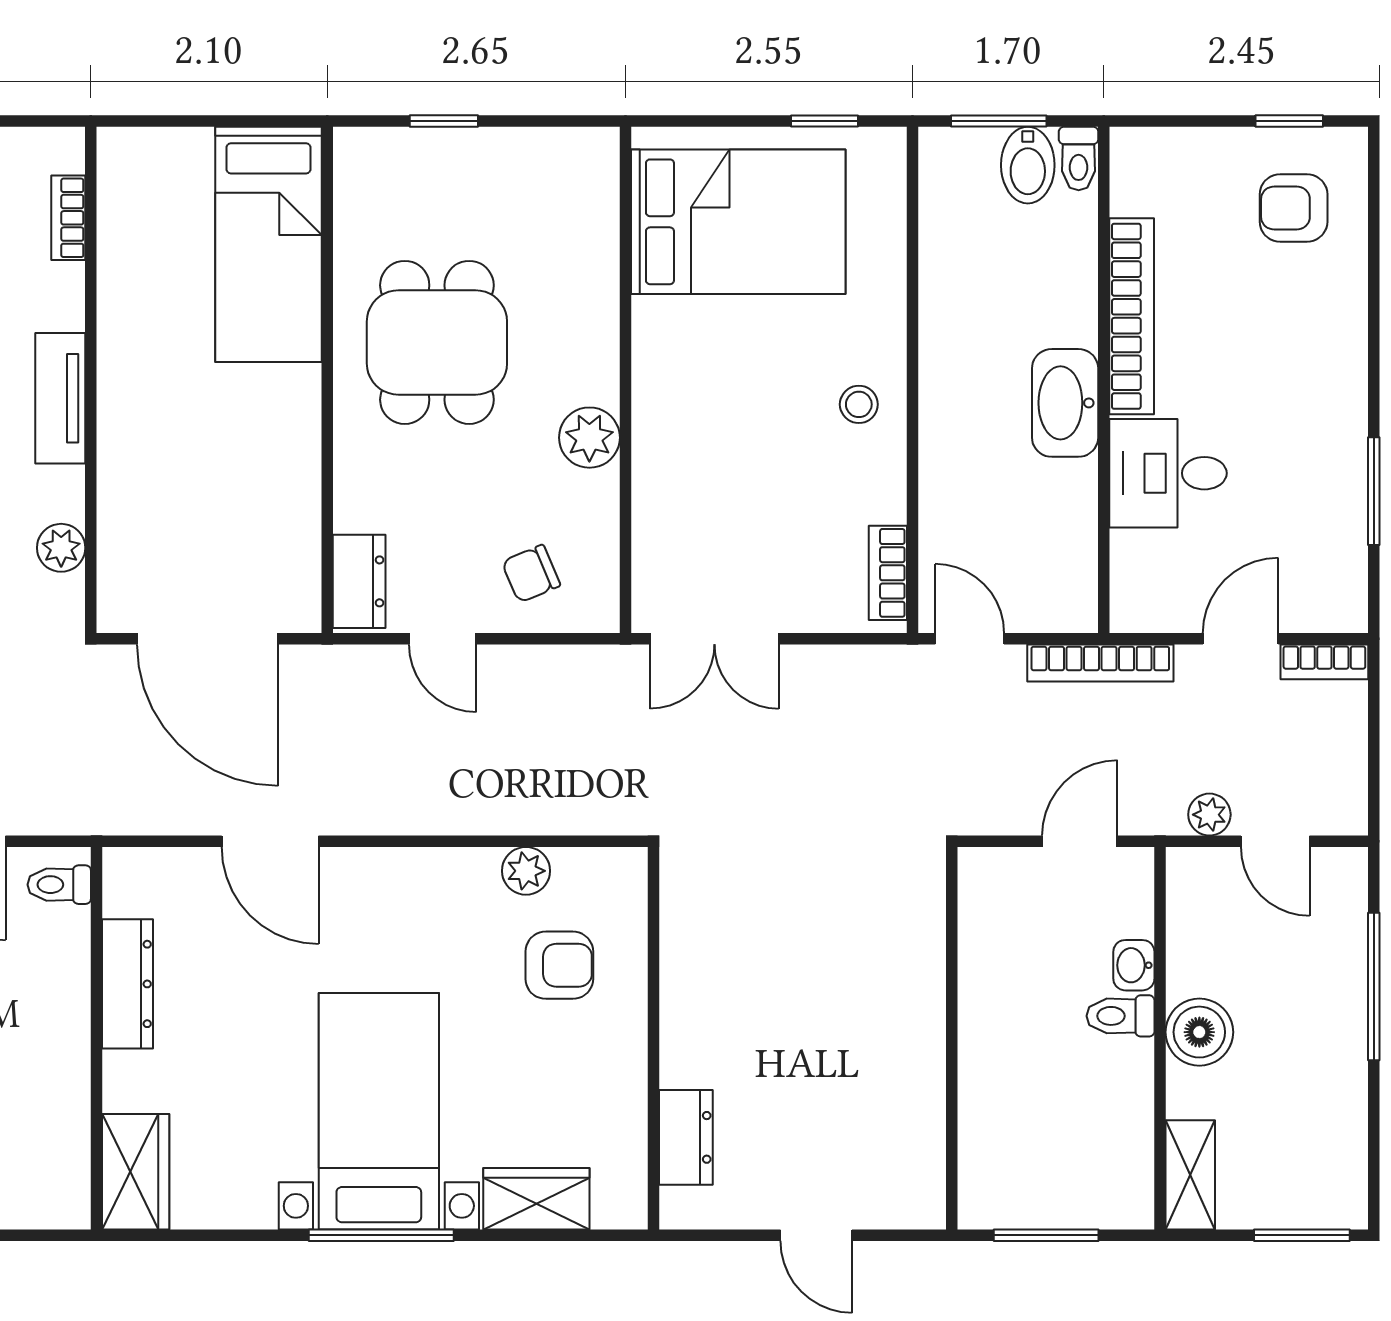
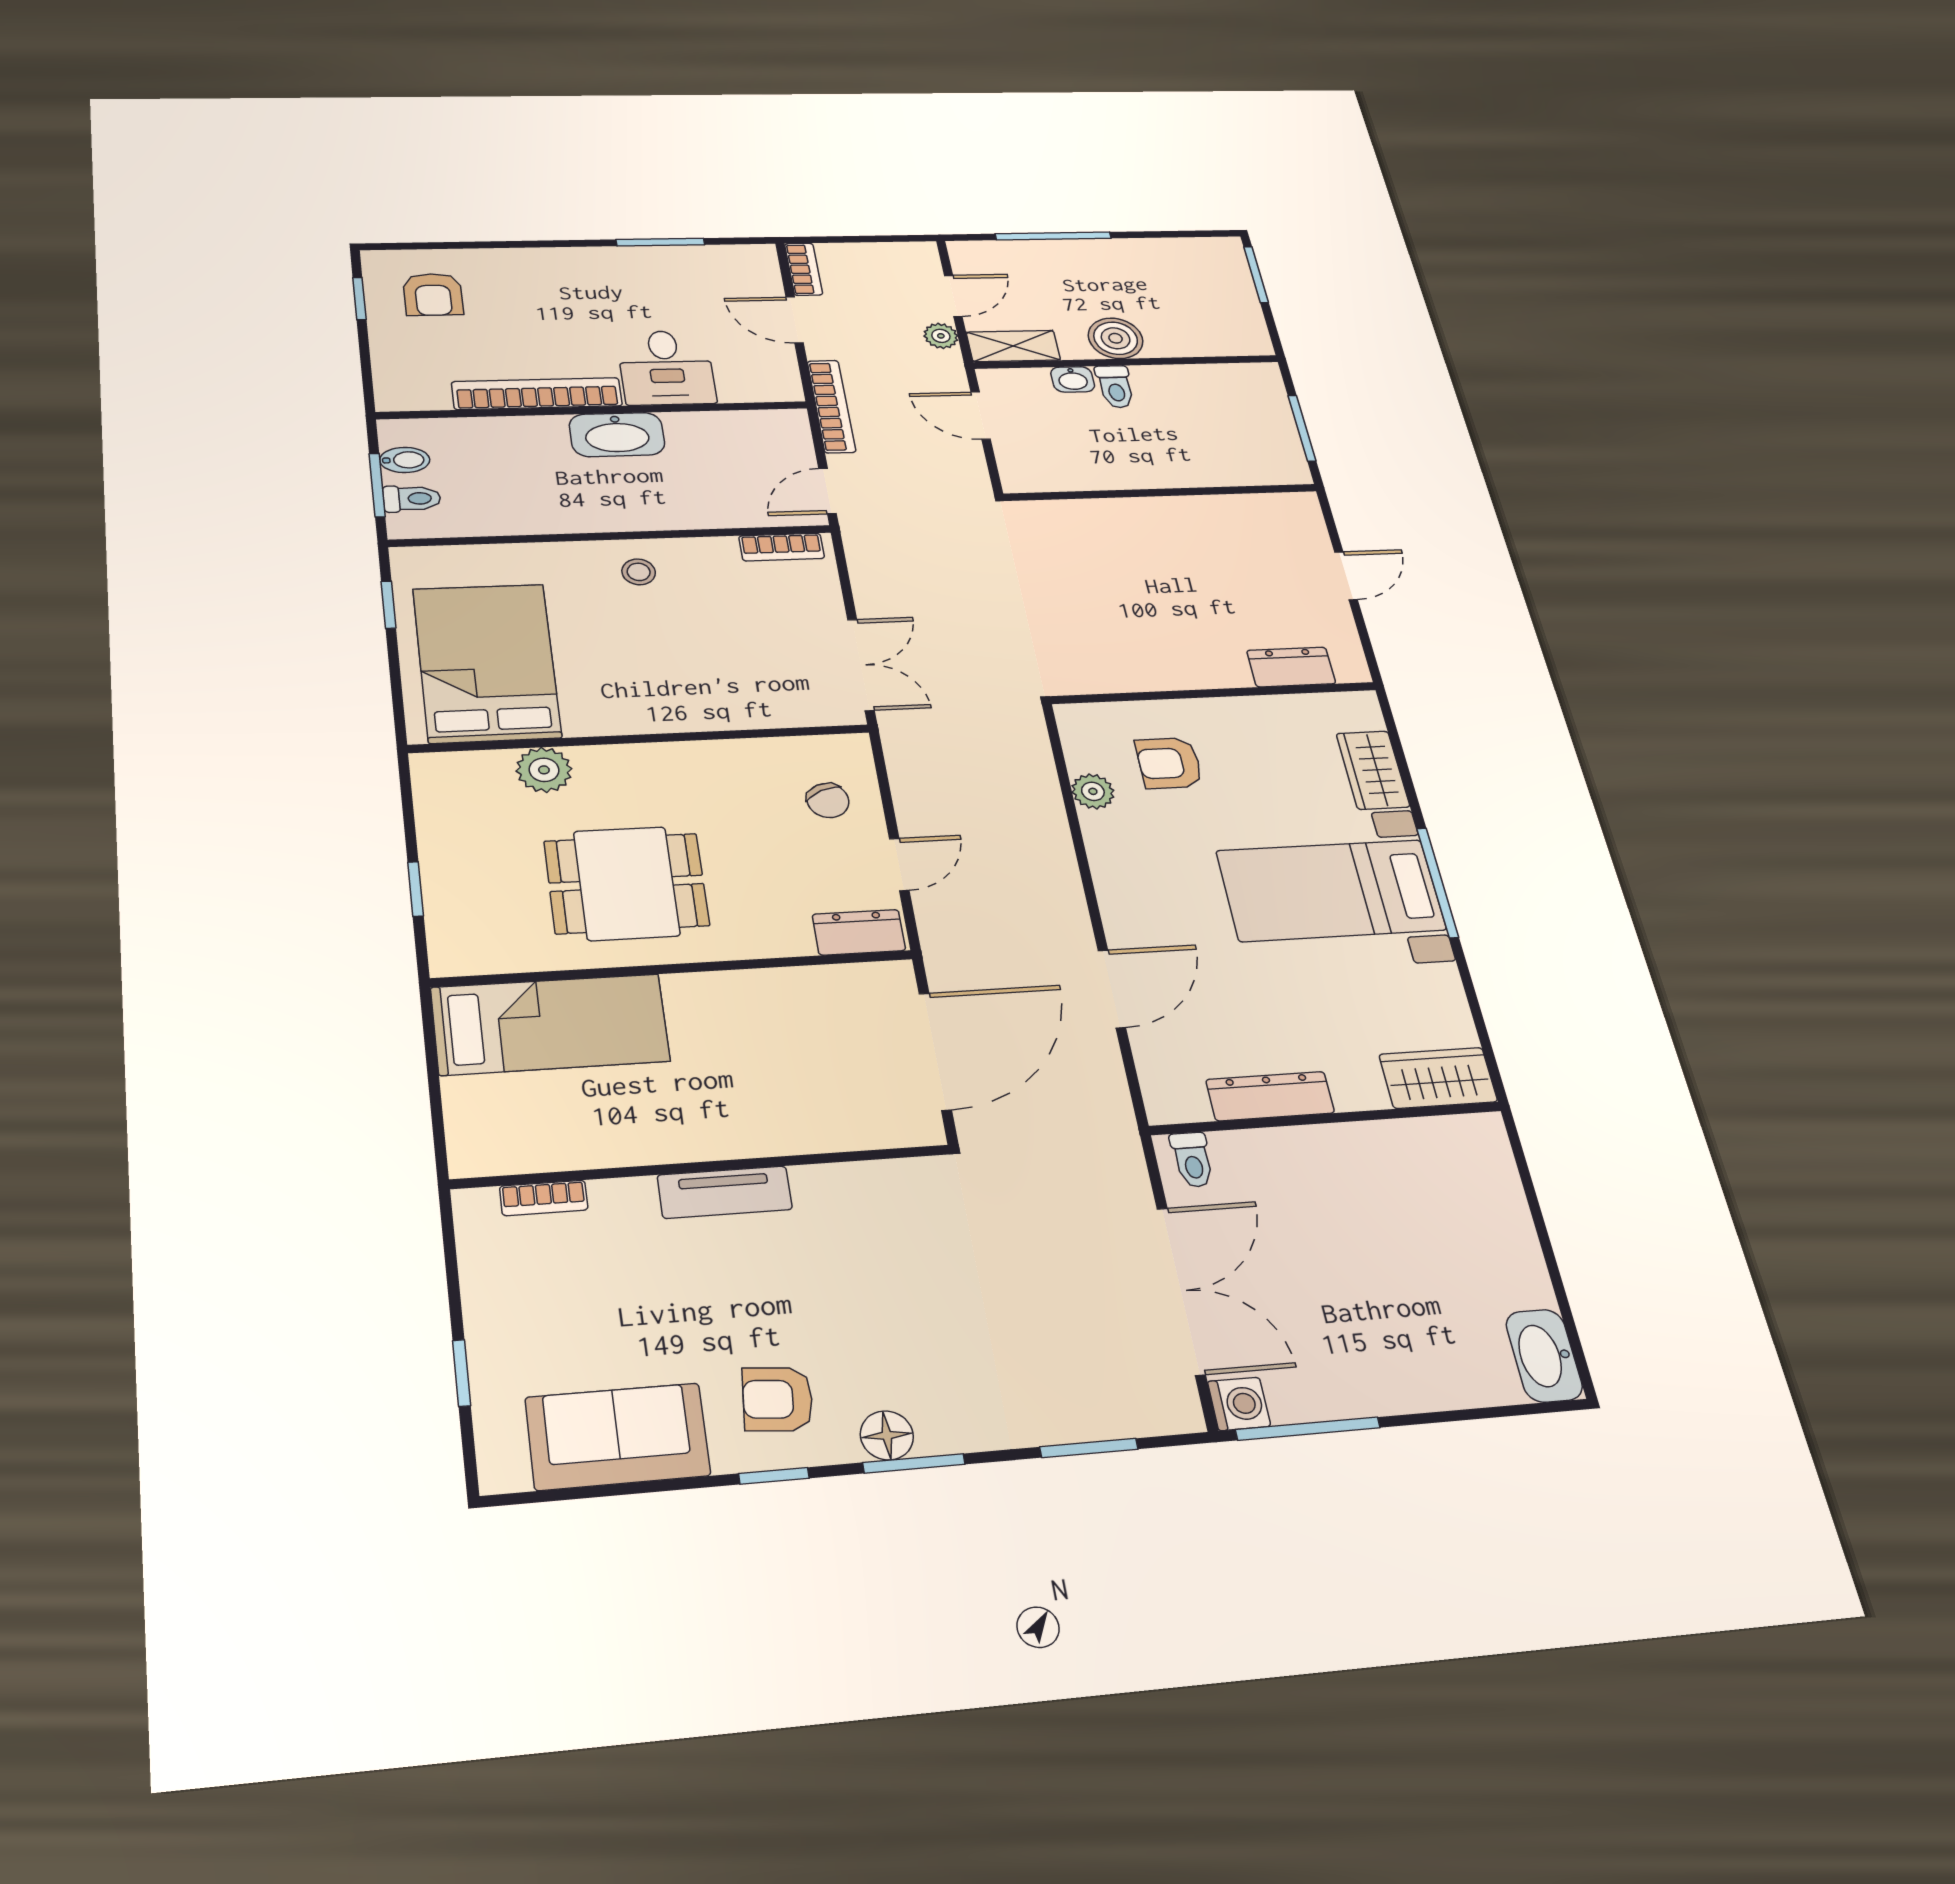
toilet: (1079, 158) -> (412, 499), moved
bidet: (1028, 165) -> (405, 460), width x0.72, depth x0.74
plant: (589, 438) -> (544, 770), moved
plant: (61, 548) -> (871, 1181), removed
armchair: (559, 965) -> (1169, 763), turned -90
shelving: (1190, 1175) -> (1013, 346), moved

